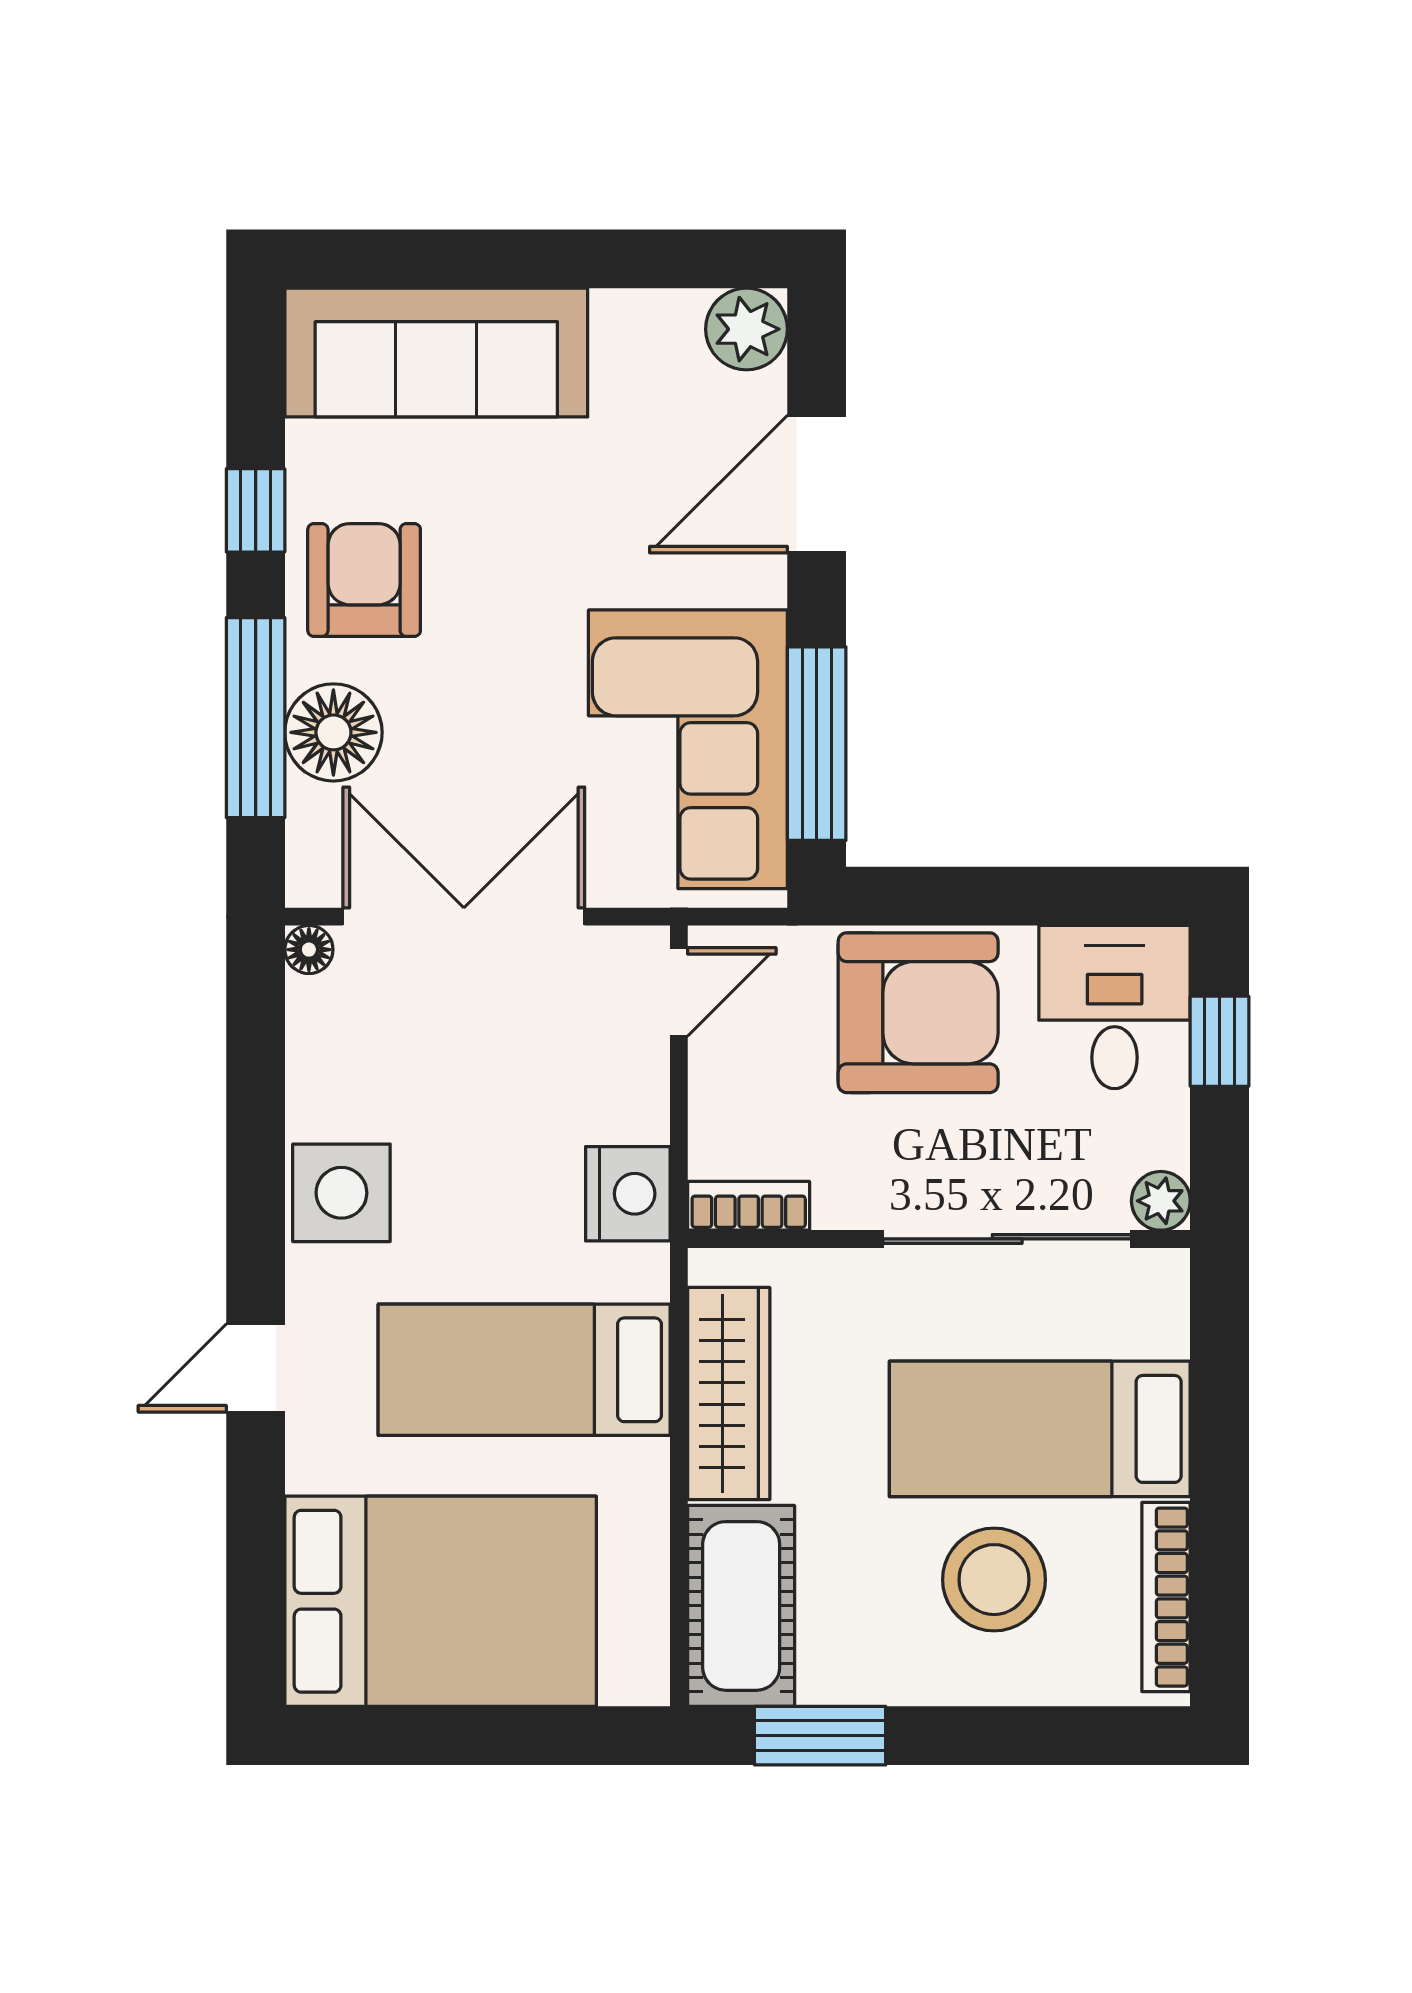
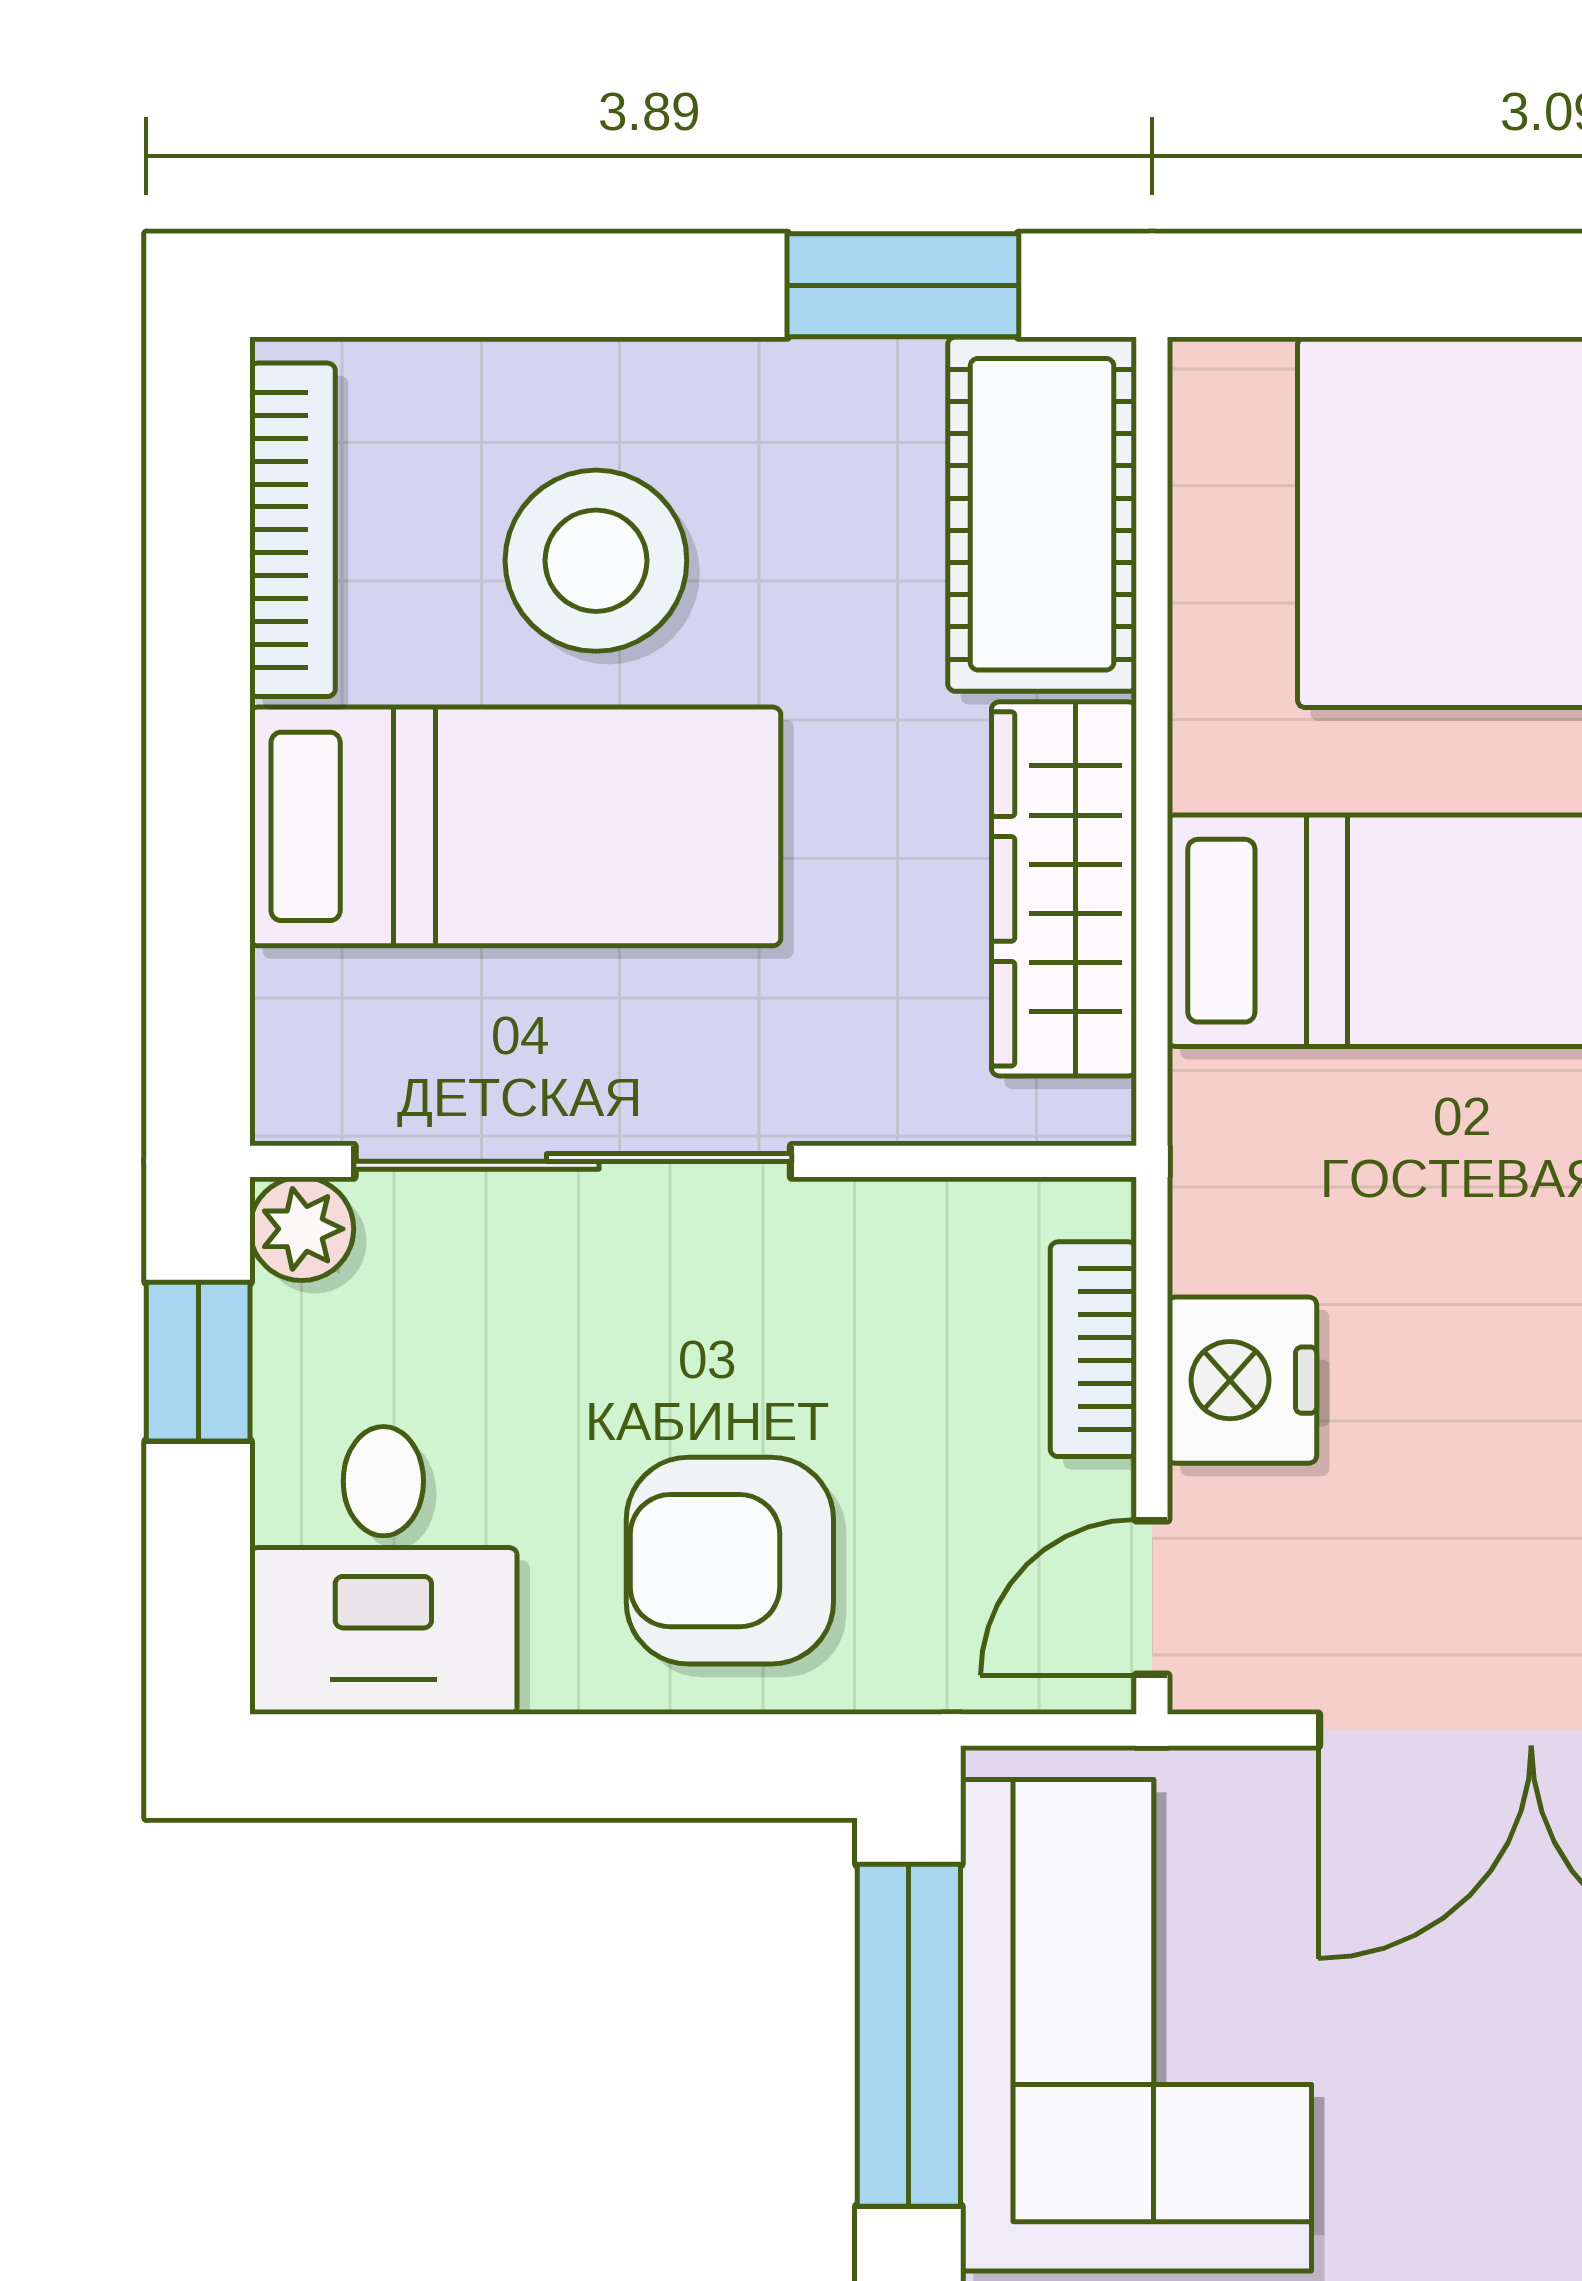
armchair: (918, 1013) -> (730, 1561), width x0.73, depth x0.73
window: (1220, 1041) -> (198, 1362), moved
nightstand: (628, 1194) -> (1242, 1380), moved
bookcase: (749, 1206) -> (1093, 1349), moved, turned 90

